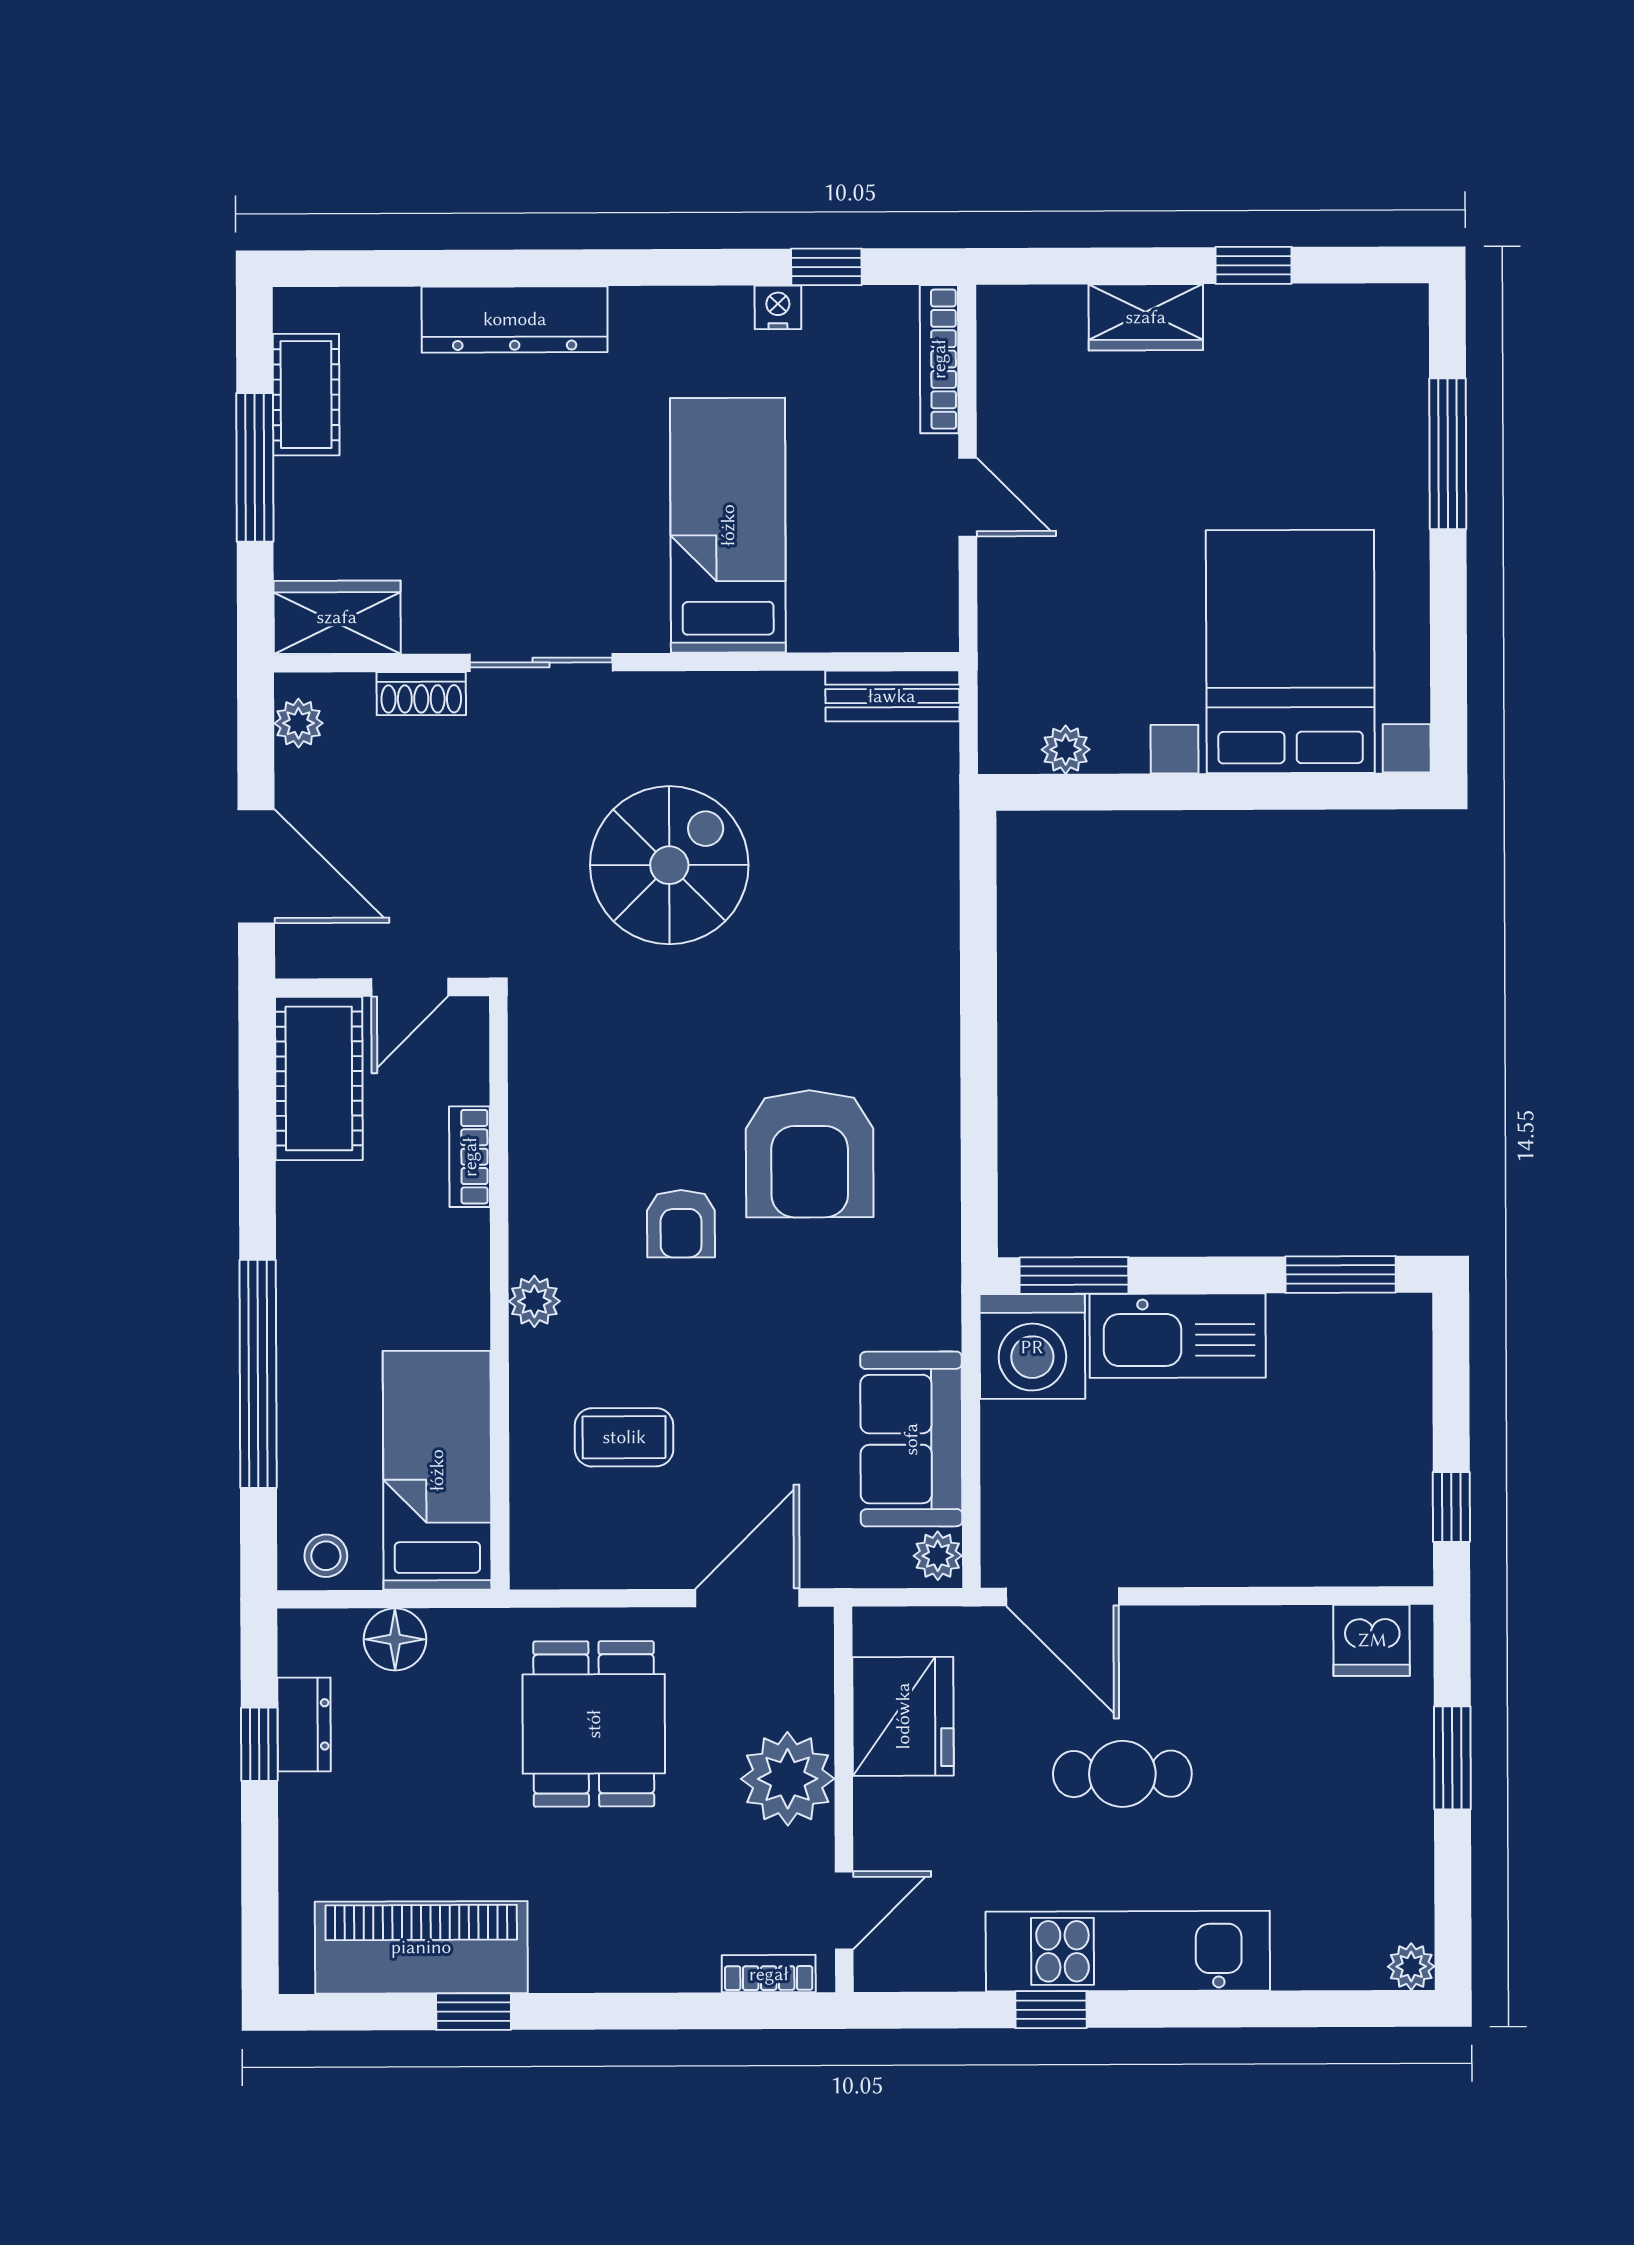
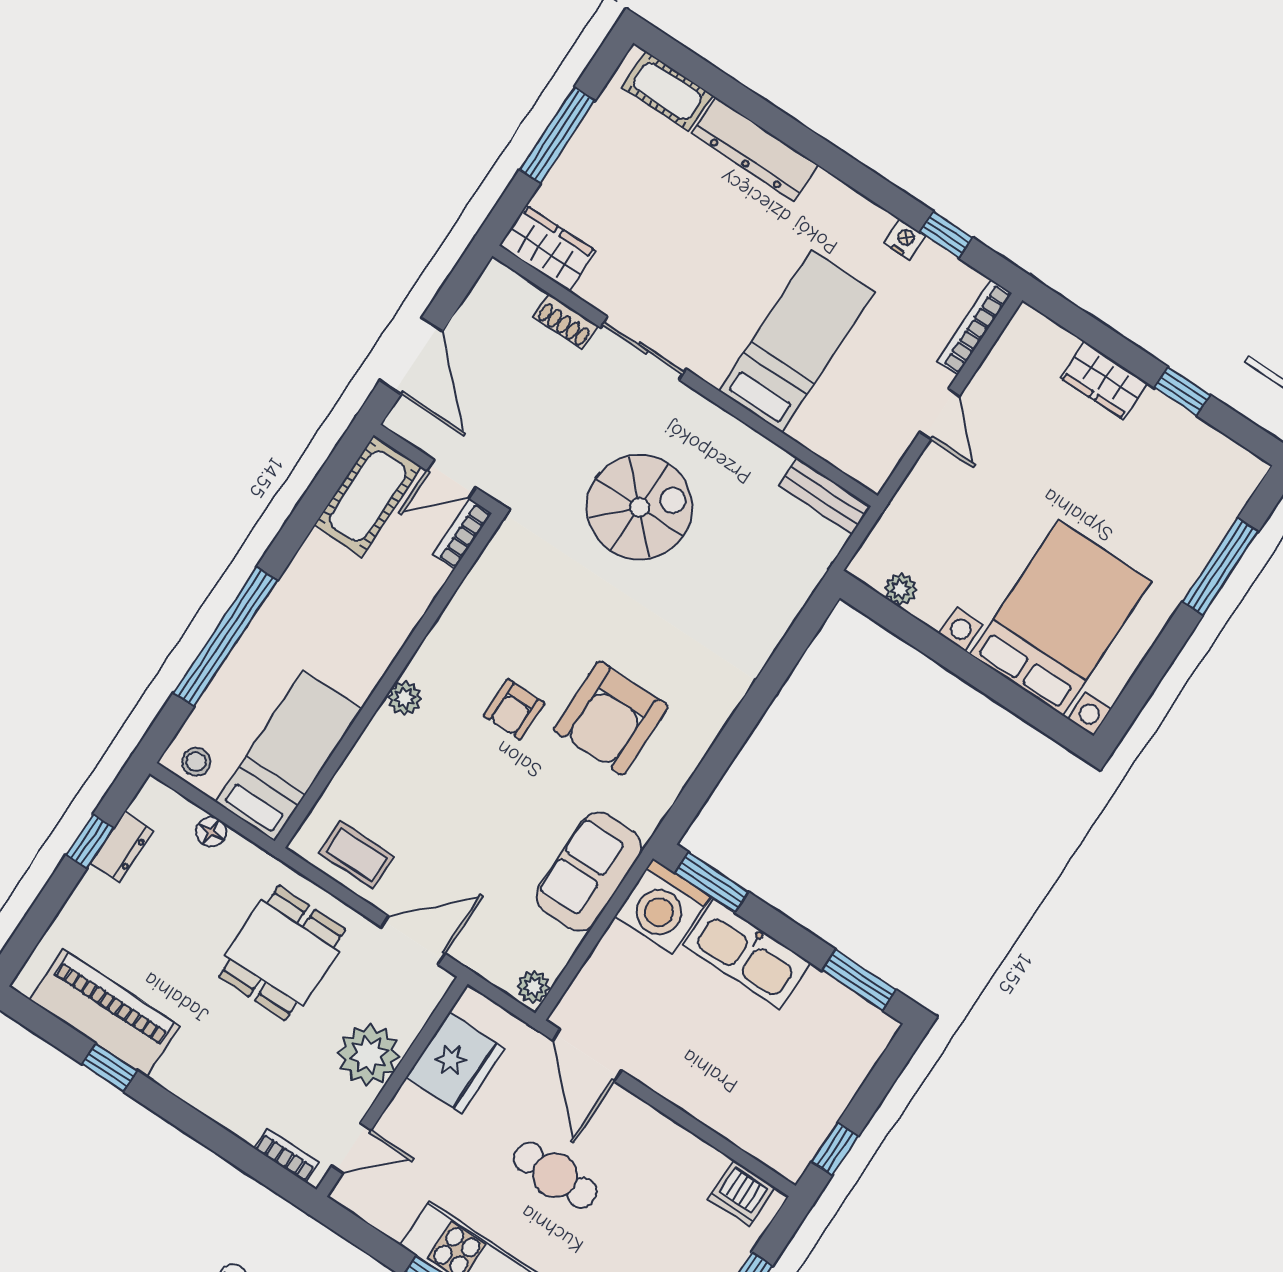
cot: (306, 395) -> (667, 91), moved, turned 90
plant: (299, 723) -> (487, 292), removed
bookcase: (470, 1157) -> (462, 534), moved
coffee table: (624, 1437) -> (356, 855), moved
sofa: (911, 1439) -> (589, 872), moved
floor lamp: (395, 1639) -> (211, 832), width x0.73, depth x0.73

